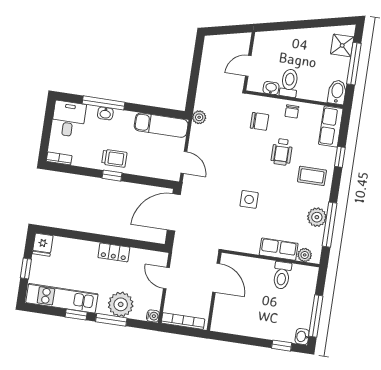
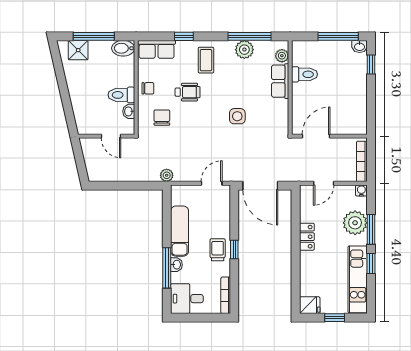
exam couch: (161, 125) -> (180, 231), moved
bookcase: (59, 158) -> (226, 295), width x1.56

